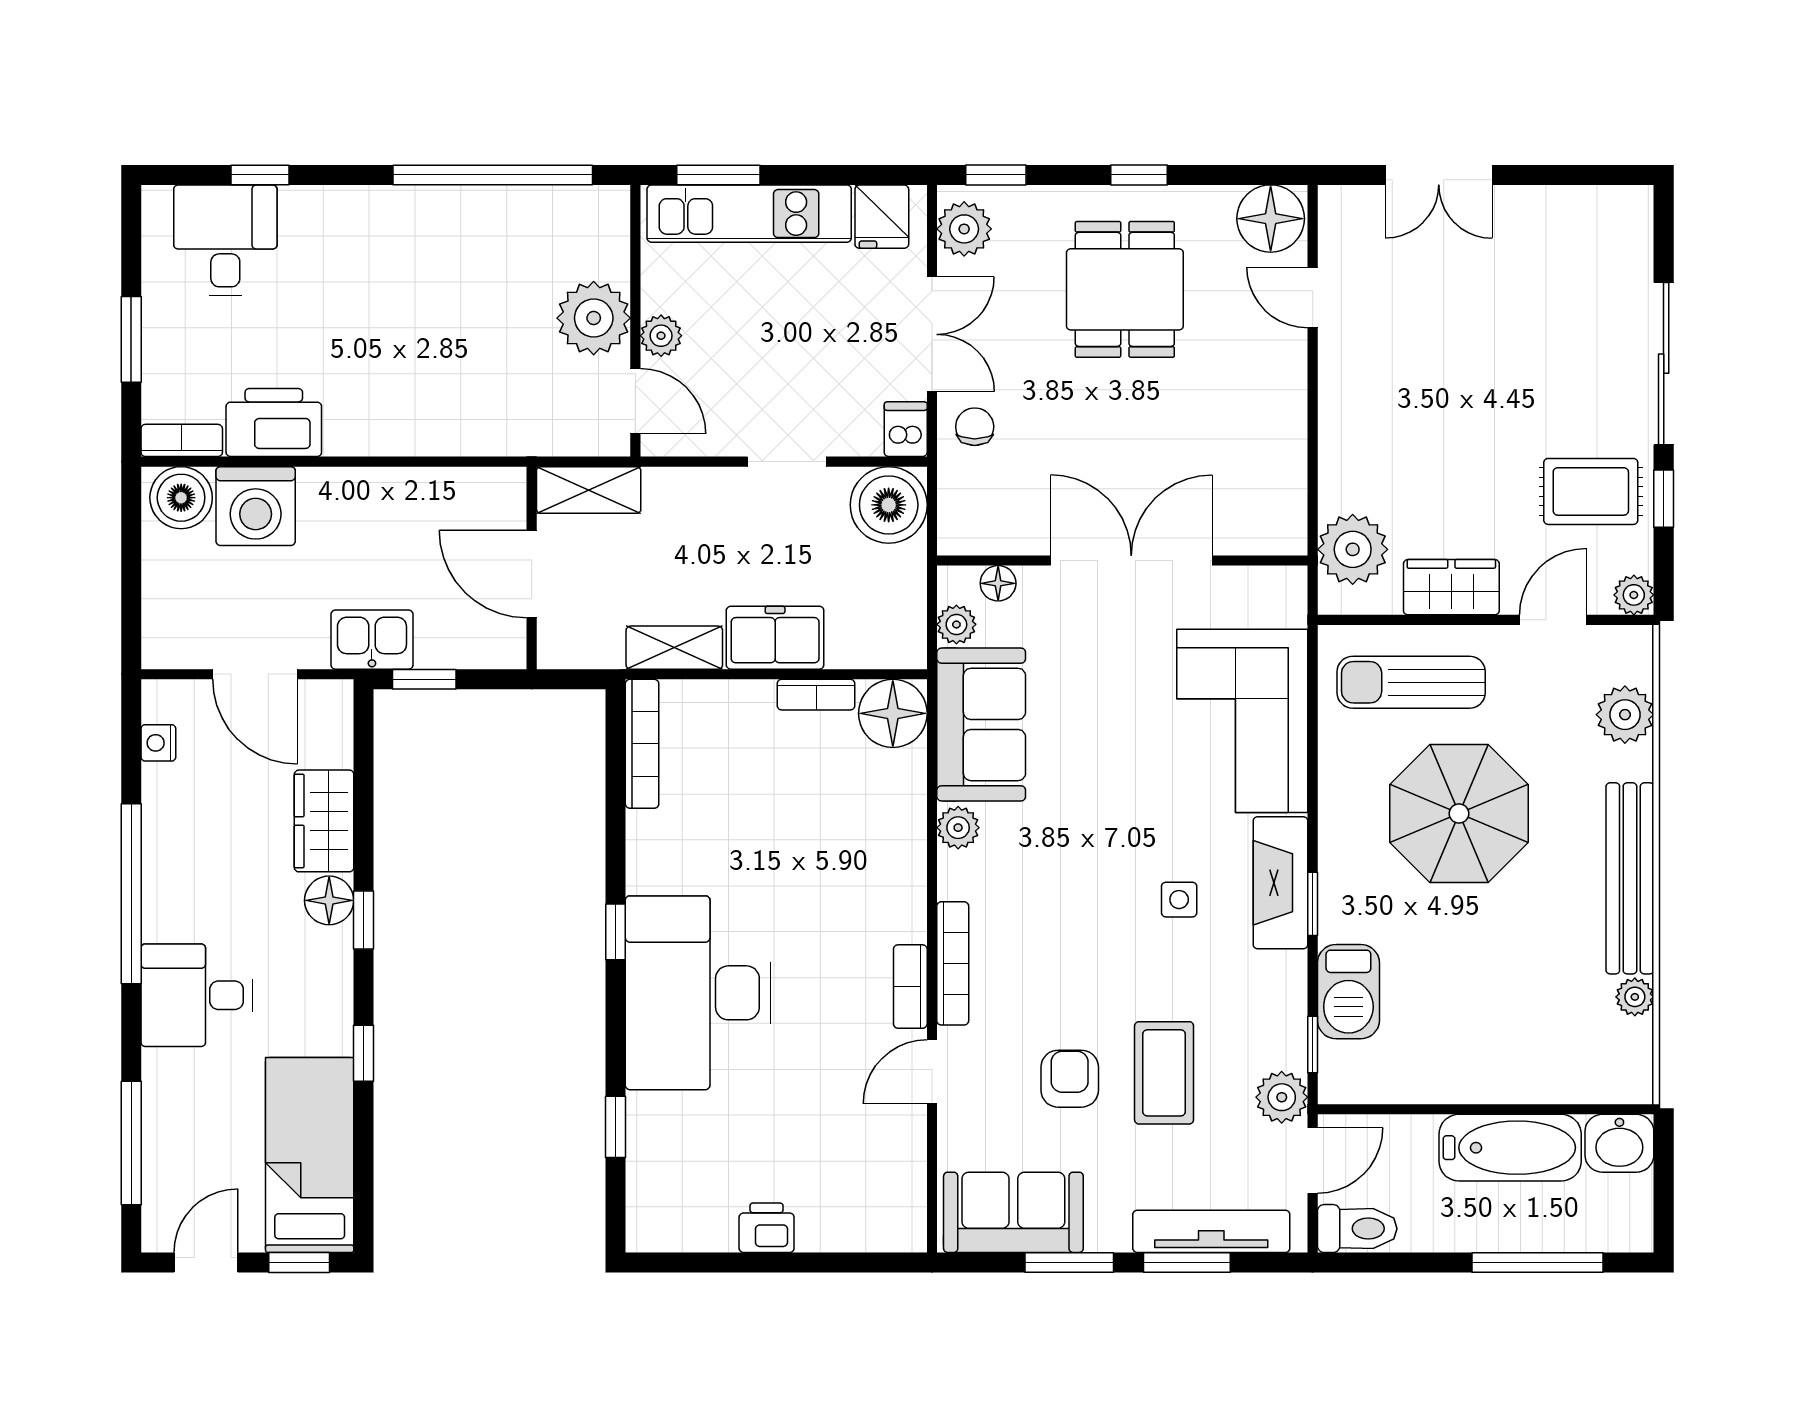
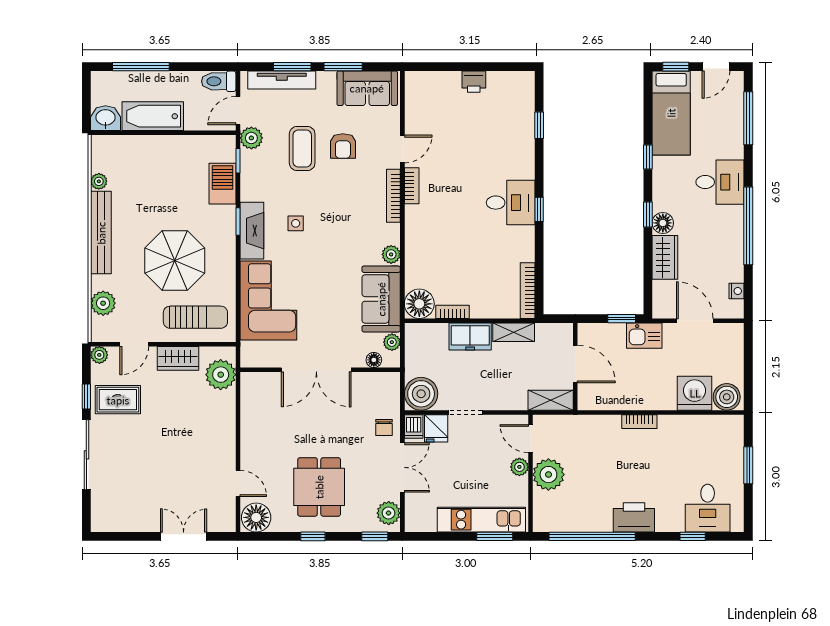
fridge: (882, 217) -> (436, 428), moved, turned 180
double door: (932, 334) -> (402, 467), swing flipped
printer: (274, 423) -> (634, 517), moved, turned 180
bookcase: (182, 440) -> (639, 422), moved
desk: (698, 993) -> (511, 203), width x0.53, depth x0.77

